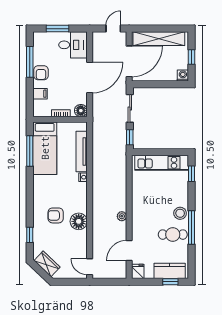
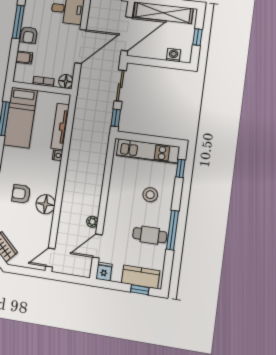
washing machine: (183, 75) -> (173, 55), moved
stool: (180, 213) -> (150, 195), moved
plant: (122, 216) -> (92, 222), moved
door: (90, 267) -> (50, 258), hinge flipped

